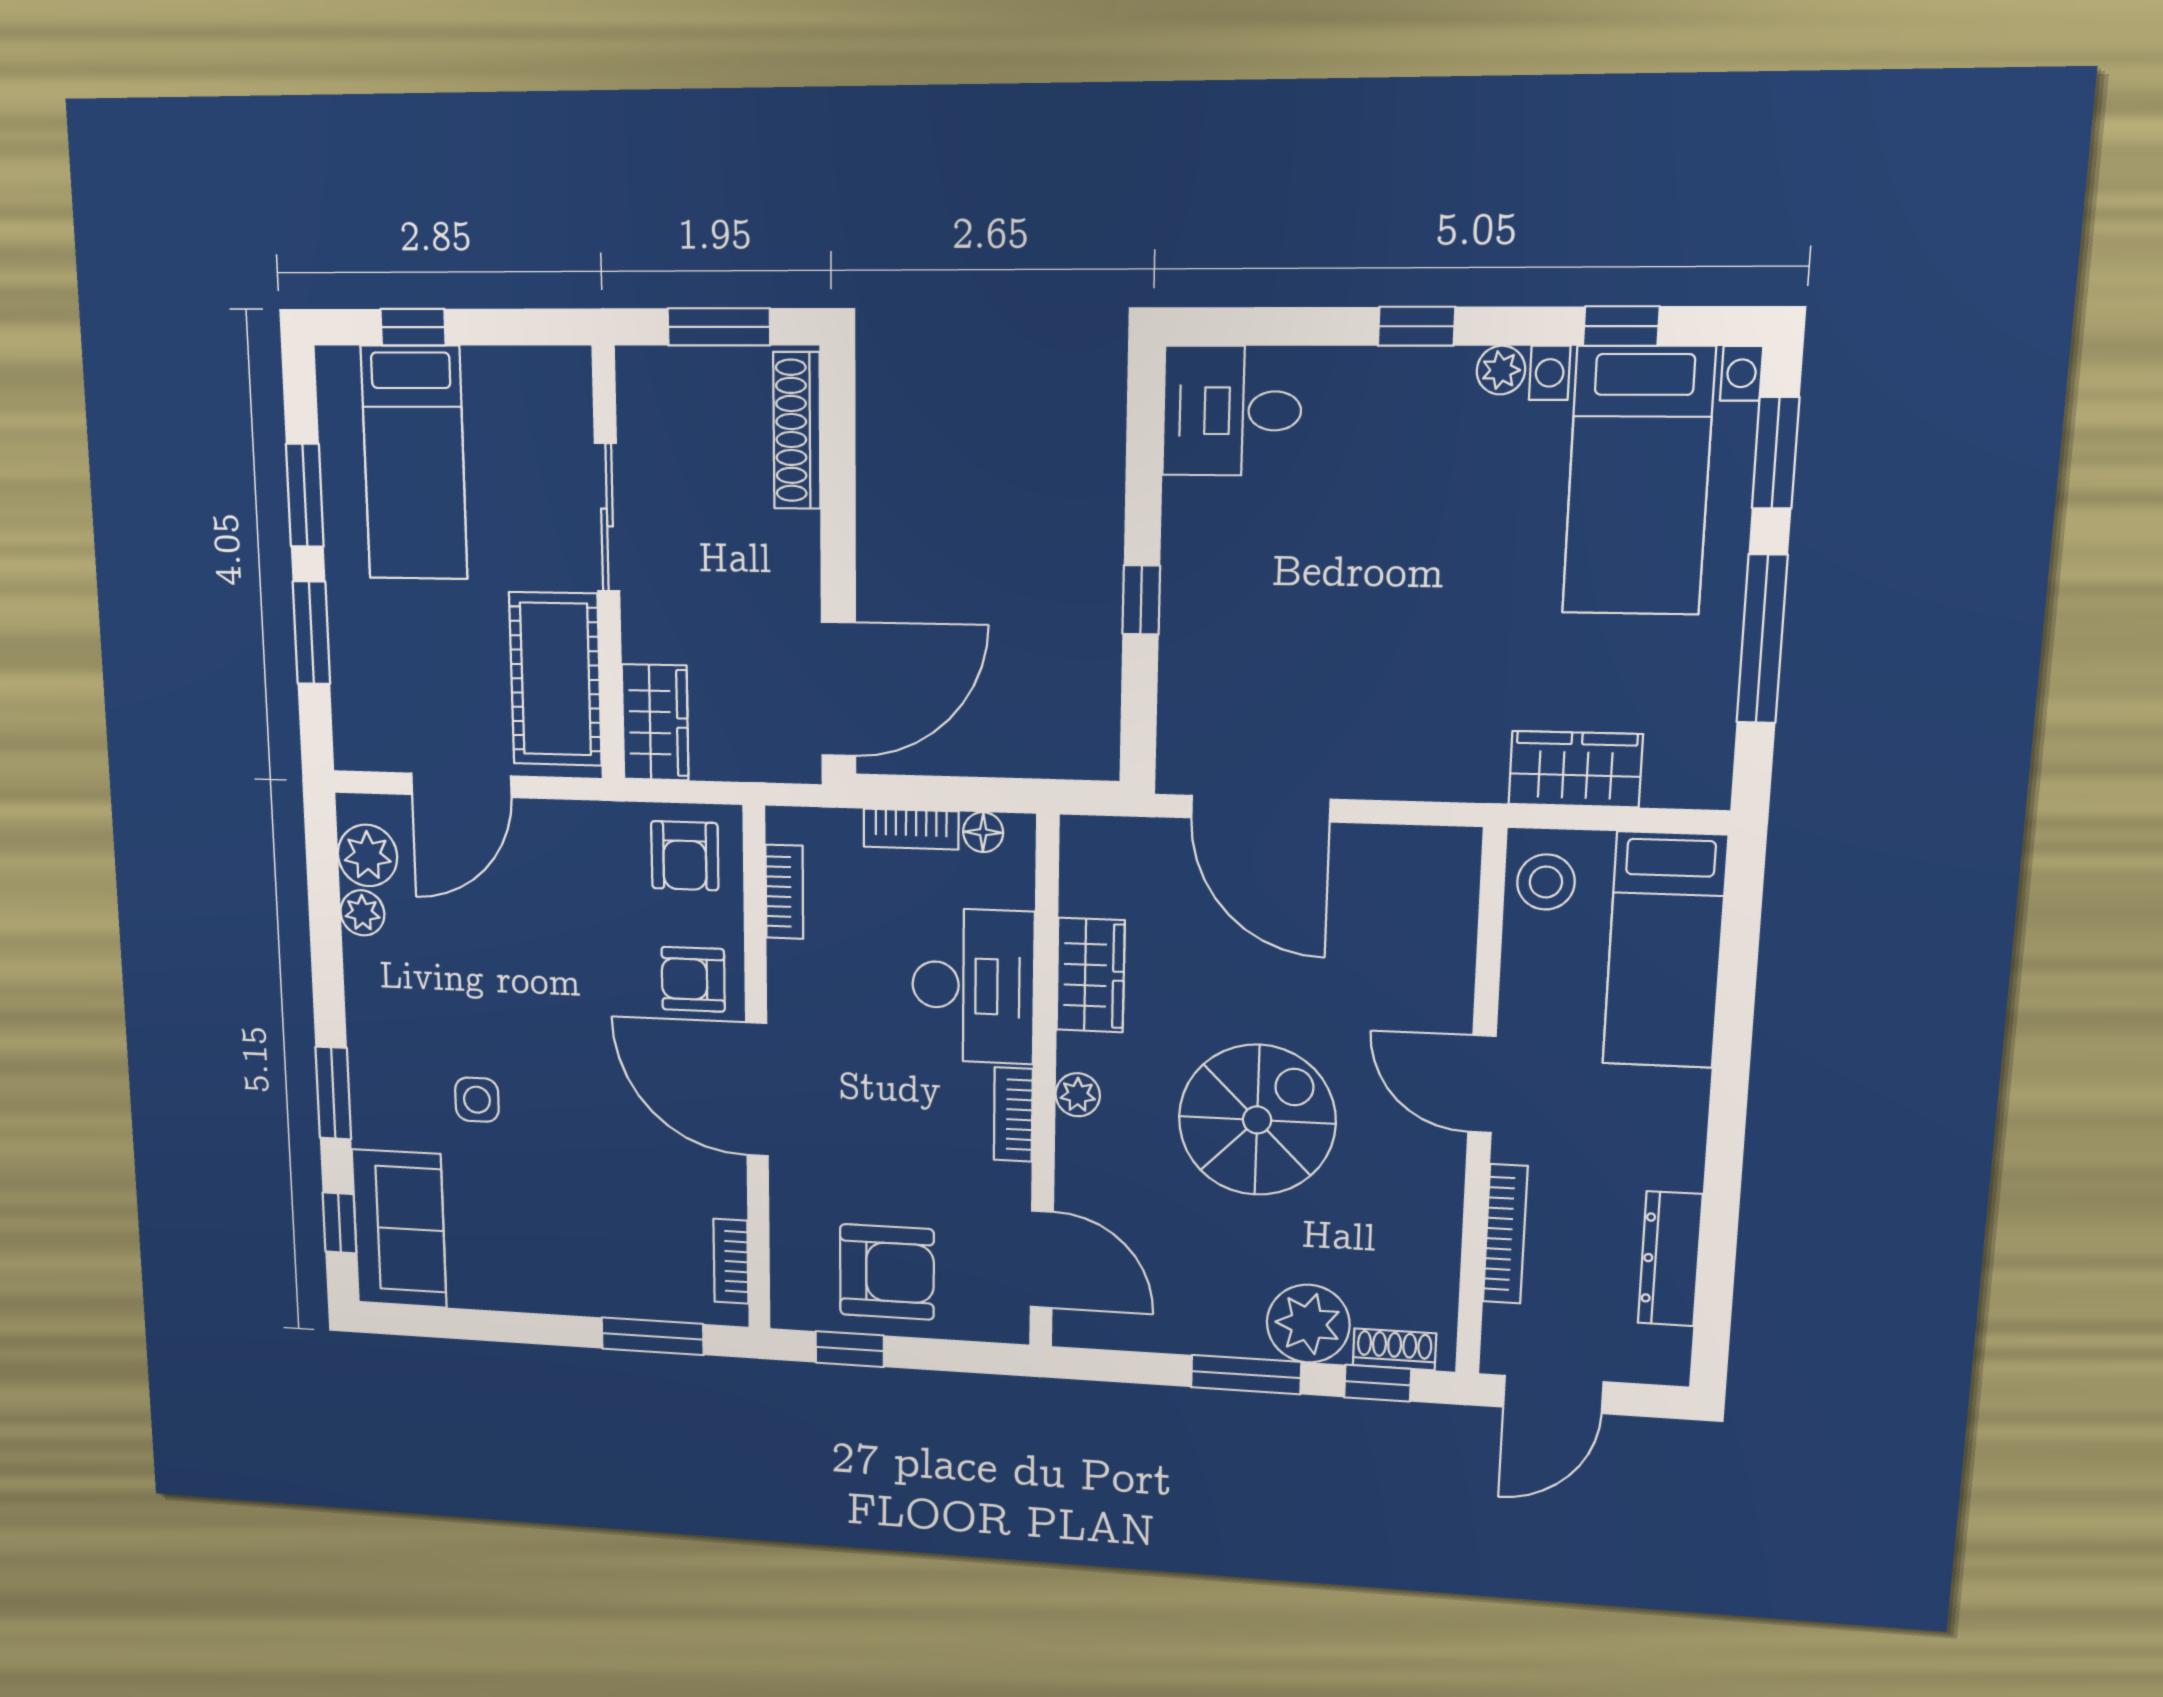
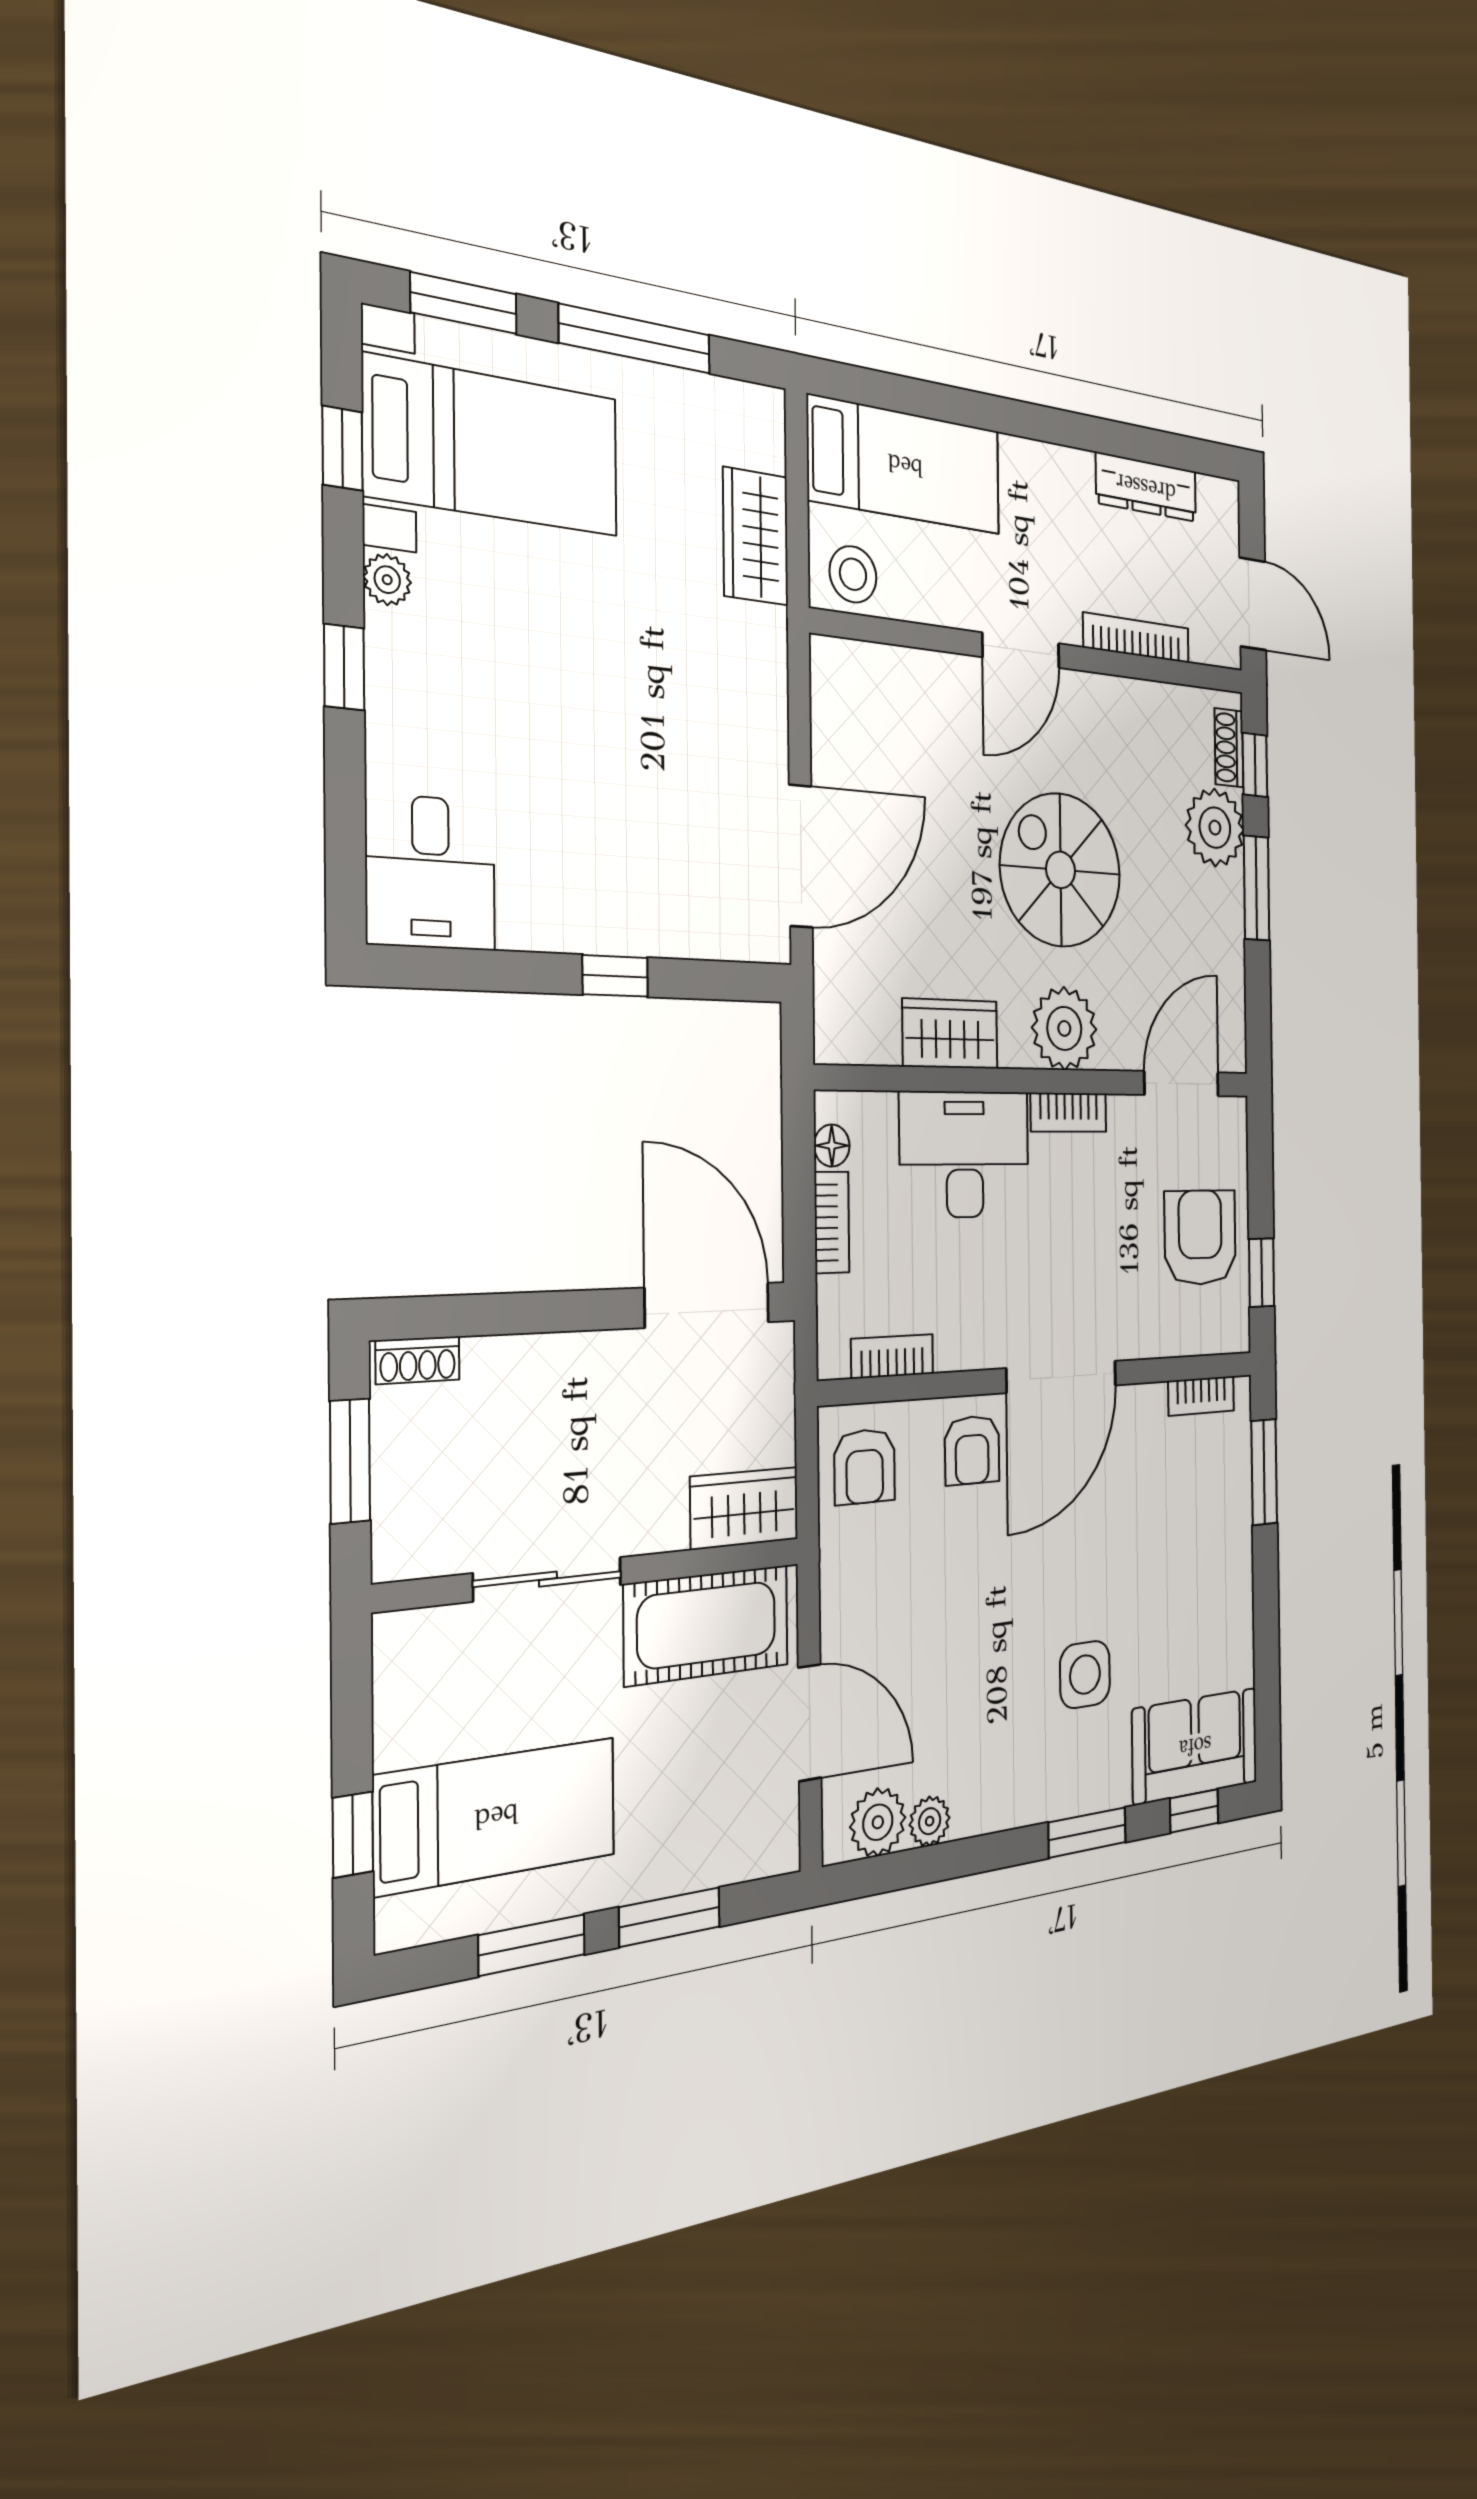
shoe rack: (797, 431) -> (418, 1360), width x0.51, depth x0.81
armchair: (685, 856) -> (865, 1466), turned 90
plant: (1078, 1095) -> (1064, 1028), width x1.87, depth x1.87
side table: (477, 1100) -> (1085, 1675), width x1.37, depth x1.37

